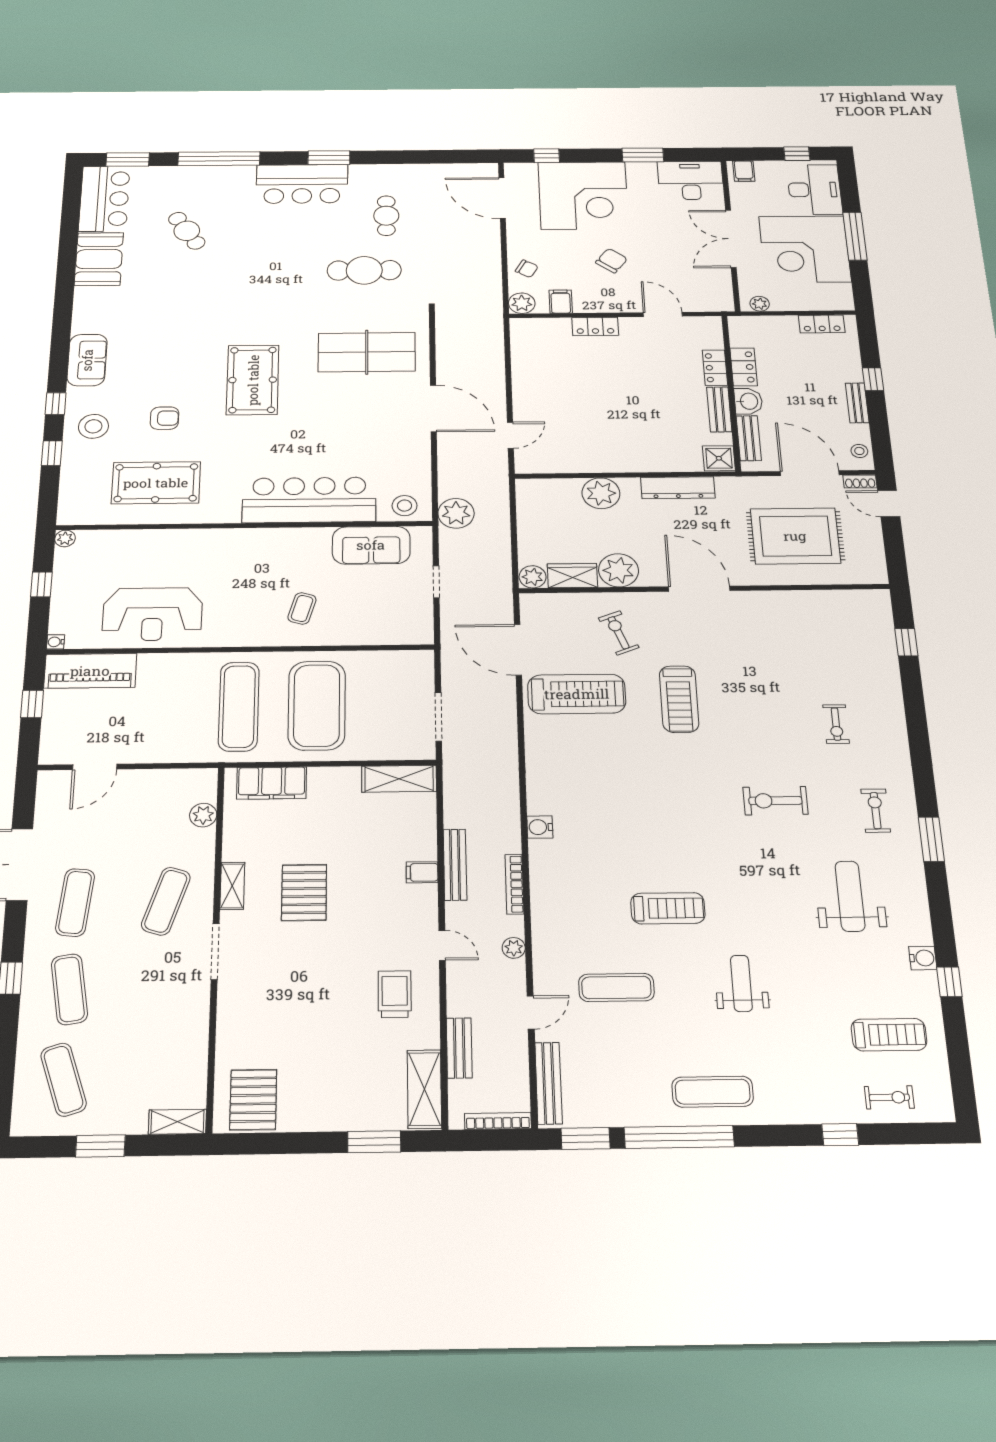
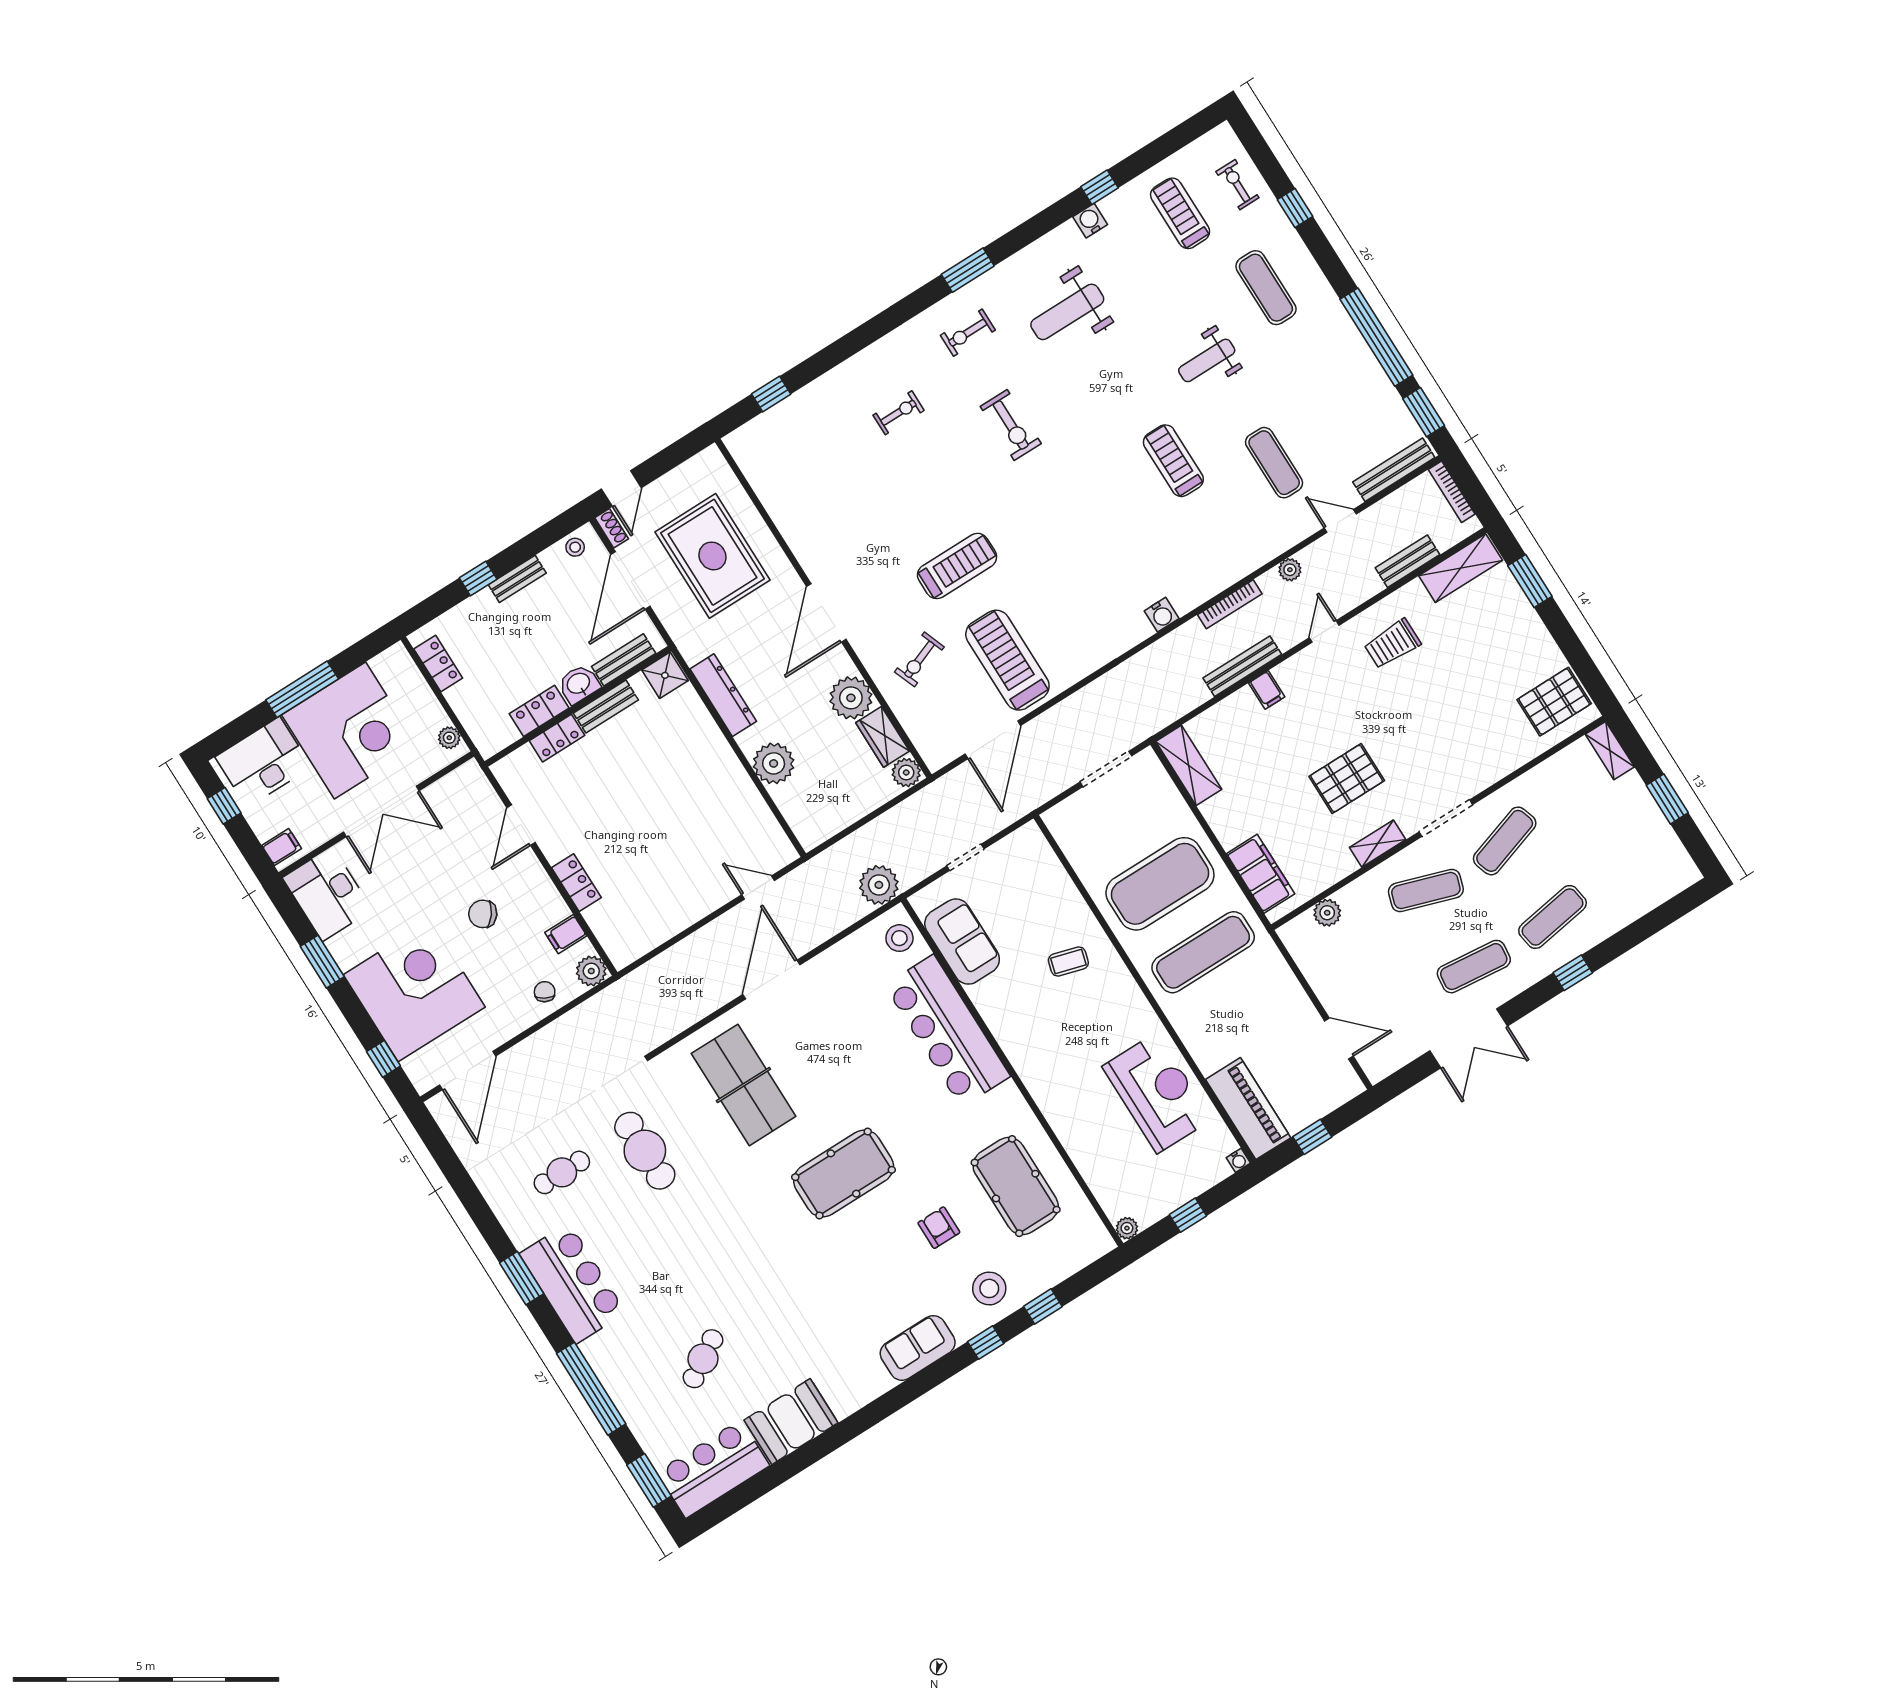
exercise mat: (64, 1080) -> (1505, 841), moved
exercise mat: (713, 1092) -> (1266, 288), moved

